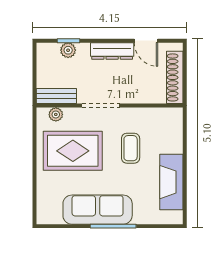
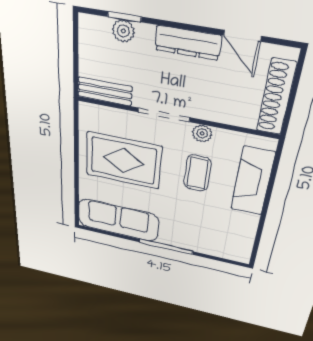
plant: (56, 114) -> (202, 133), moved
fireplace: (171, 182) -> (253, 181), moved
sofa: (98, 210) -> (118, 220), moved

